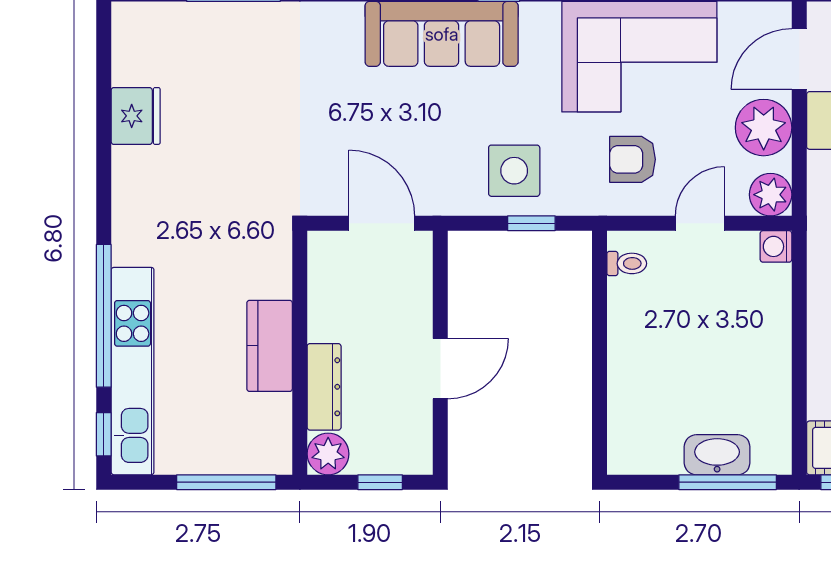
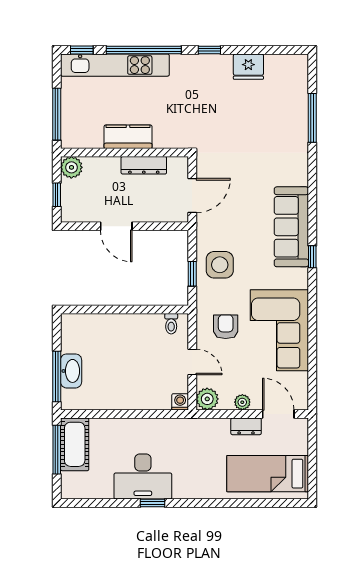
plant: (764, 128) -> (242, 402), width x0.53, depth x0.53
window: (104, 190) -> (209, 50), added
dresser: (324, 387) -> (144, 165), moved

